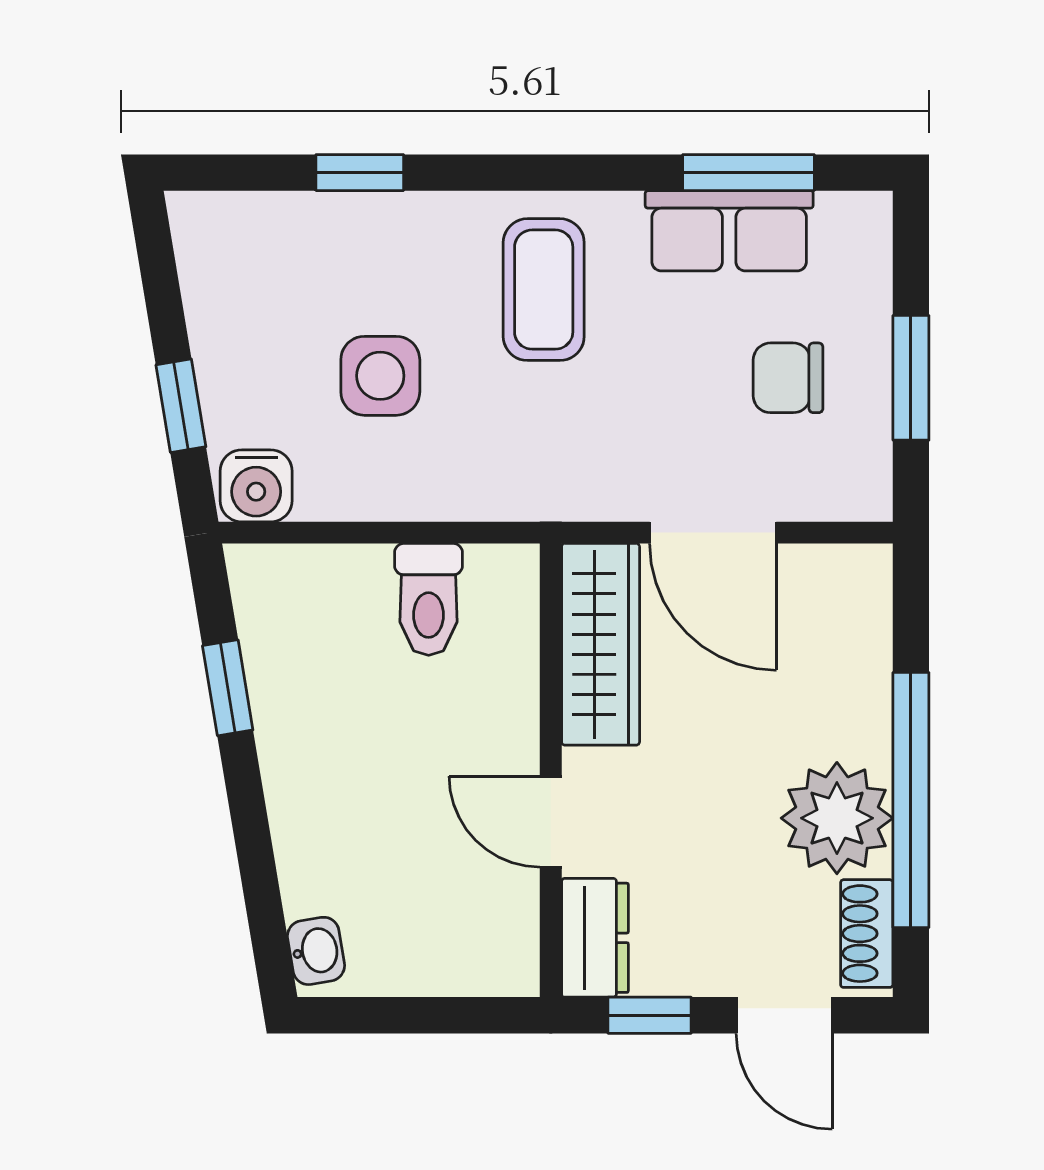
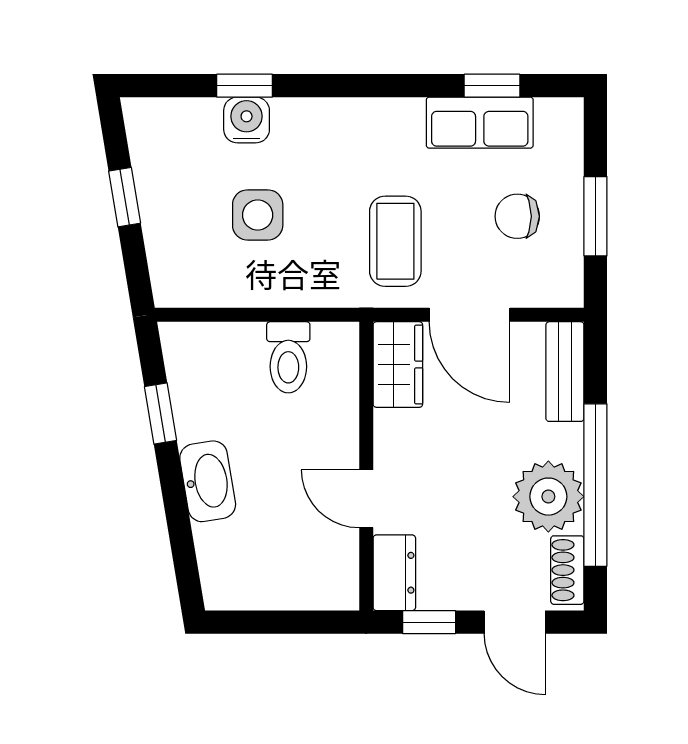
window: (748, 173) -> (492, 86), width x0.67
coffee table: (544, 290) -> (395, 241), moved
window: (181, 406) -> (125, 197), moved
water cooler: (256, 486) -> (247, 120), moved, turned 180
bench: (863, 622) -> (565, 372), added
wardrobe: (601, 644) -> (398, 364), width x0.67
washbasin: (316, 951) -> (208, 481), moved, width x1.91, depth x1.45

